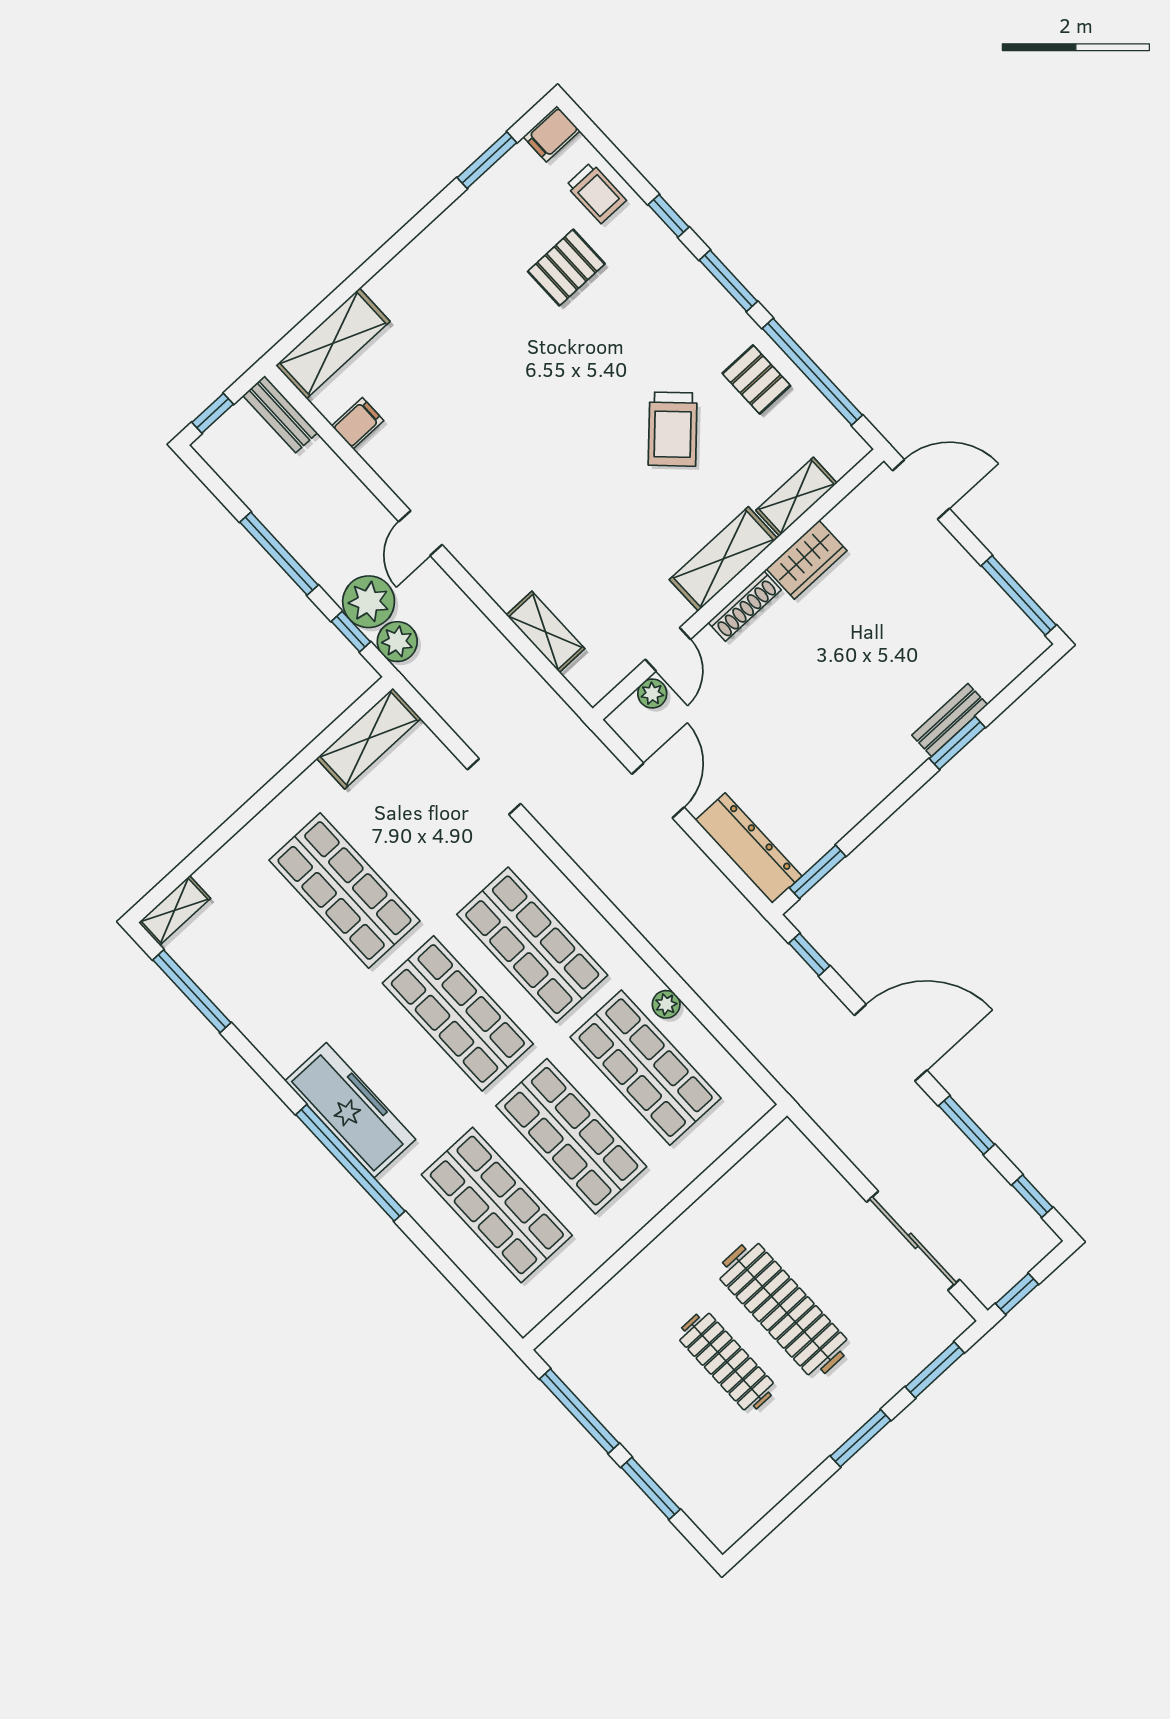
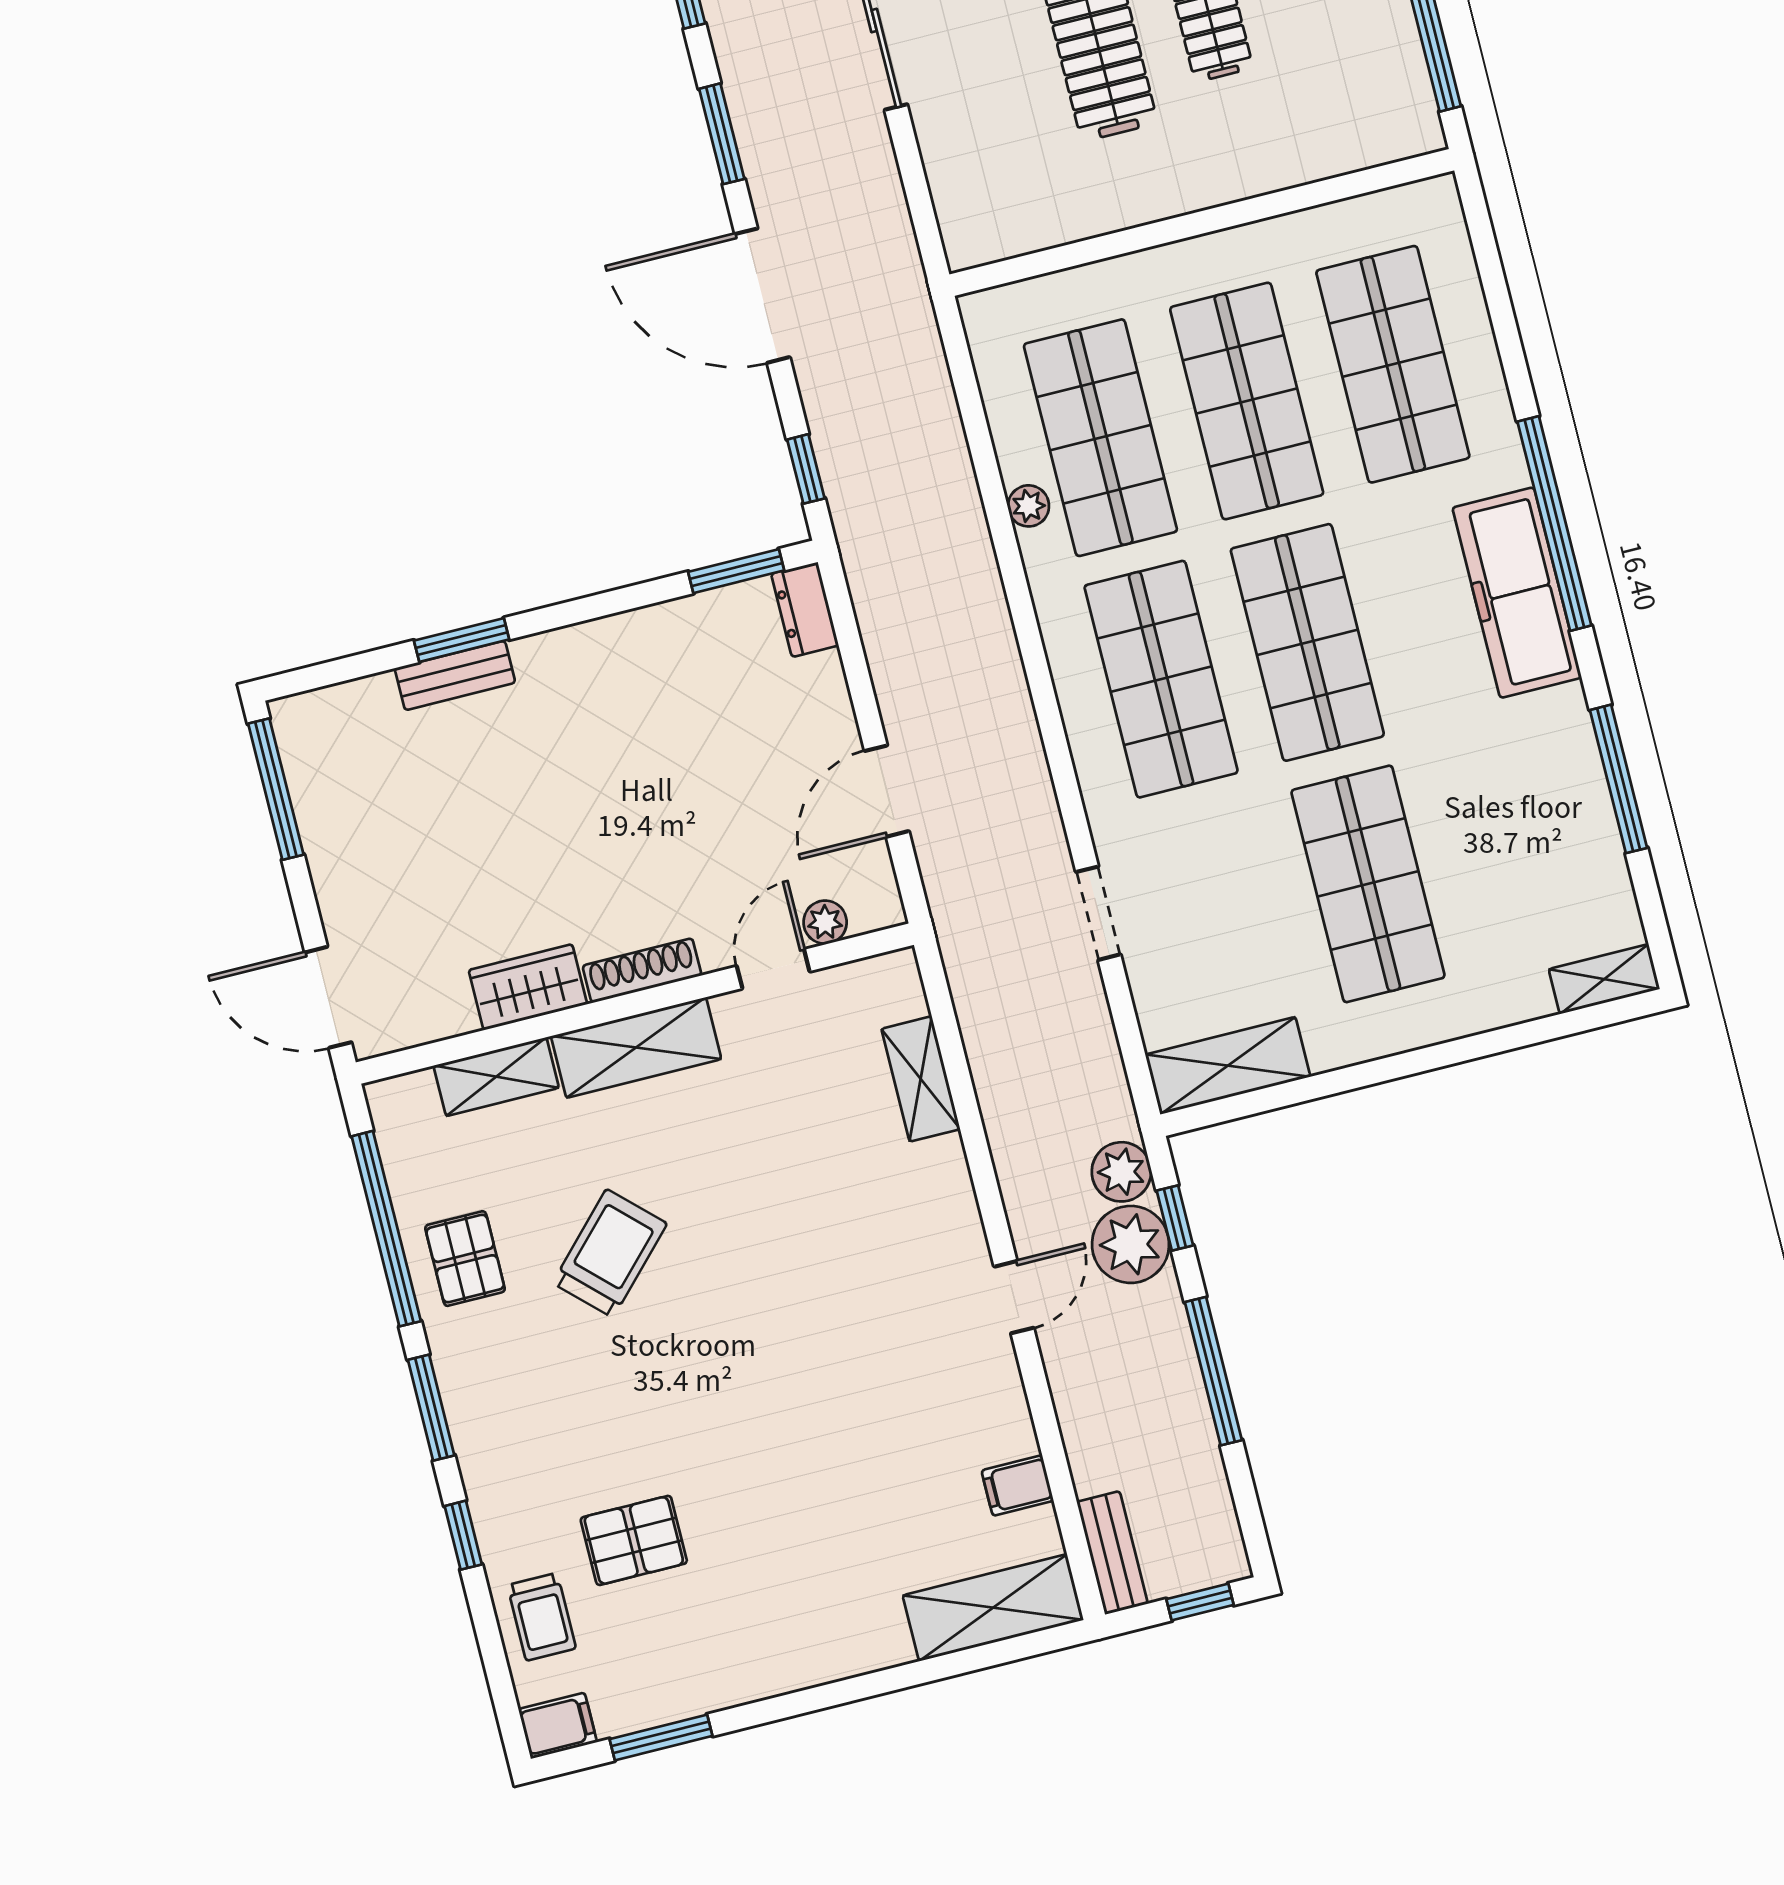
trolley: (596, 193) -> (542, 1617), turned 180
dresser: (749, 848) -> (805, 610), width x0.51, depth x0.80
window: (192, 991) -> (1619, 779), moved

